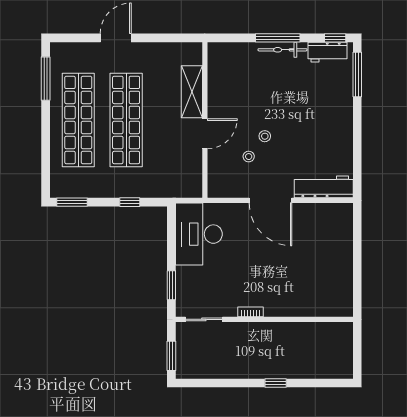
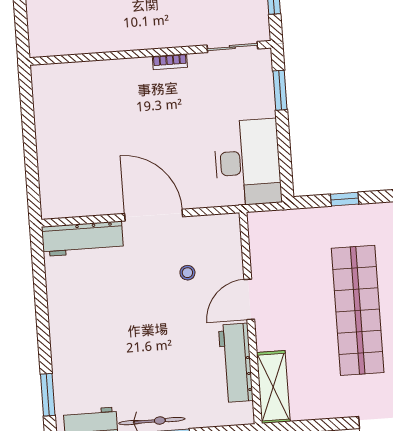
window: (357, 74) -> (48, 395), width x0.69
workbench: (218, 88) -> (236, 363), added
shelving: (192, 92) -> (273, 387), moved
stool: (265, 136) -> (167, 302), removed

